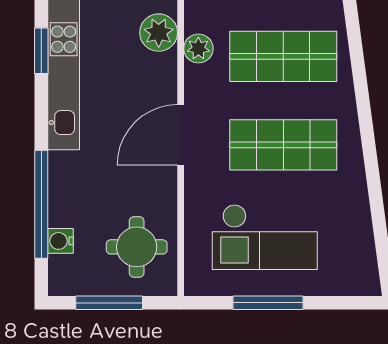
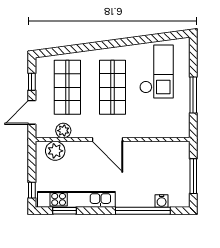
checkout: (265, 237) -> (157, 72), moved
round table: (137, 247) -> (165, 162), removed

